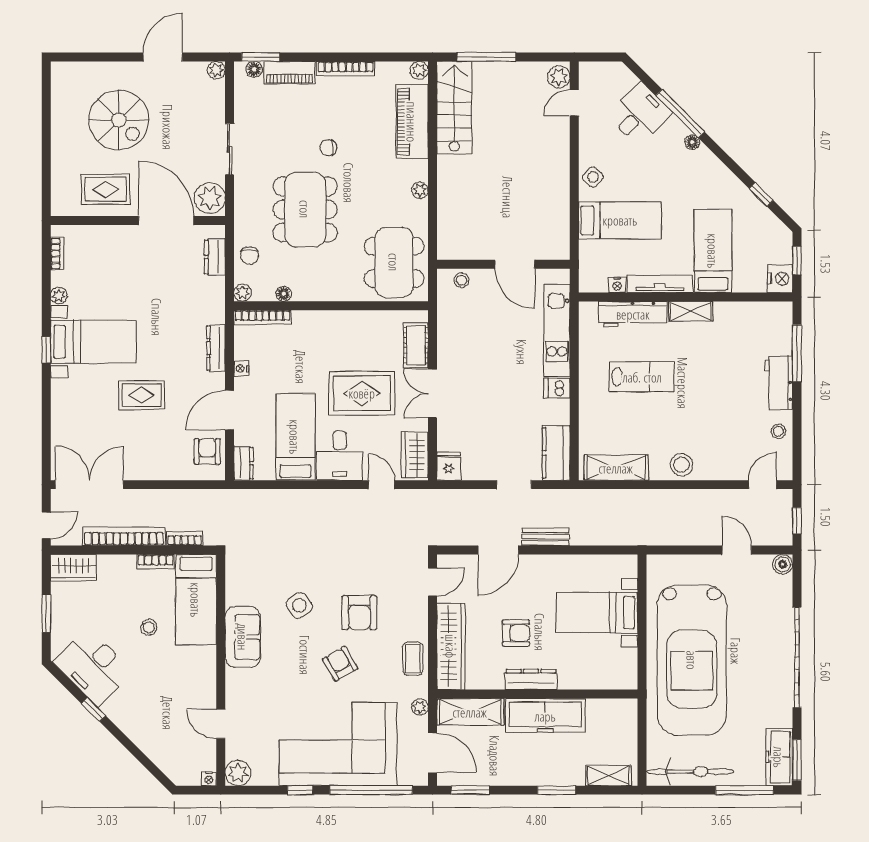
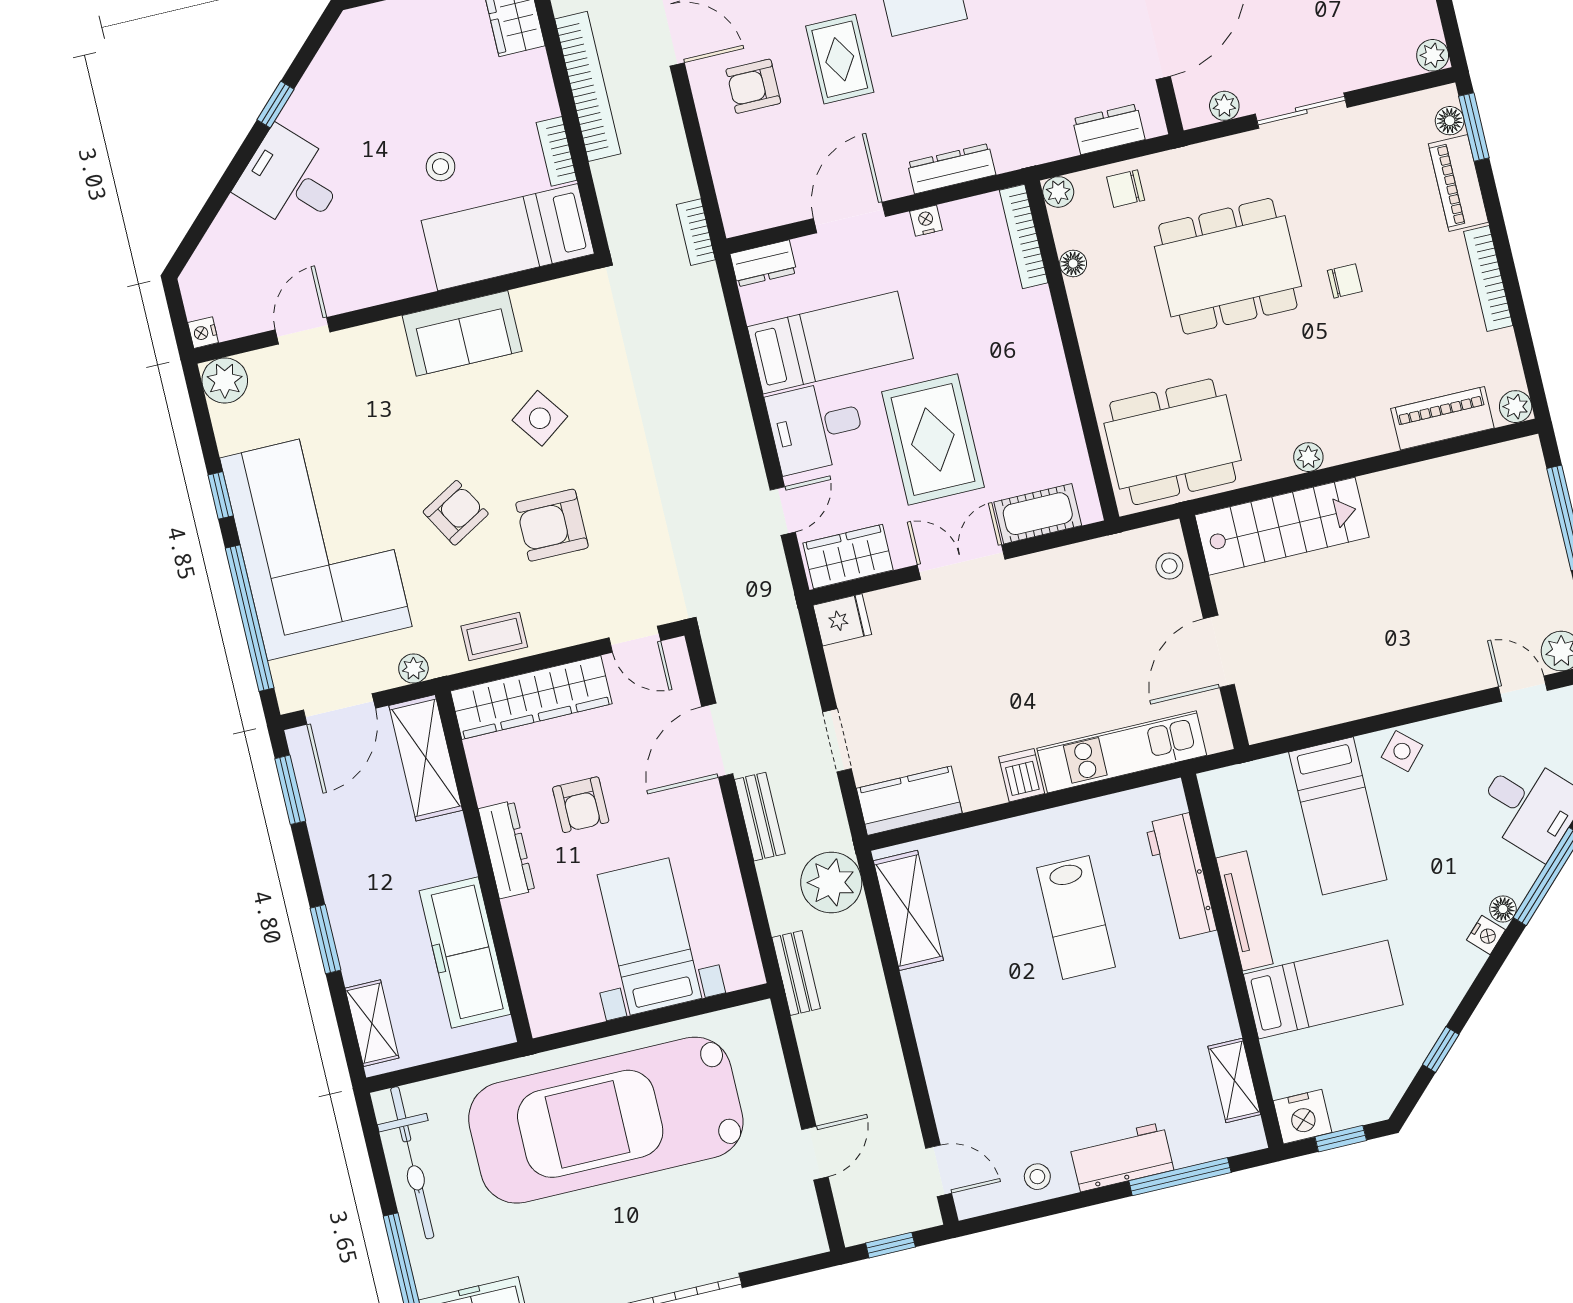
stairs: (454, 108) -> (1282, 526), moved
piano: (412, 122) -> (1442, 418), width x0.73, depth x0.75
chair: (328, 147) -> (1345, 281), turned 90
plant: (210, 198) -> (1224, 106), width x0.53, depth x0.53
nightstand: (617, 285) -> (1486, 935), moved, turned -135
shelving: (691, 311) -> (1234, 1080), moved
door: (230, 410) -> (849, 217), hinge flipped
armchair: (207, 451) -> (753, 86), moved, turned 180
stool: (682, 465) -> (940, 1022), removed
plant: (591, 506) -> (831, 882), added
bench: (636, 537) -> (796, 973), added
bookcase: (185, 539) -> (696, 232), moved, turned 180
door: (498, 550) -> (717, 740), hinge flipped
boiler: (783, 564) -> (809, 1238), removed
desk: (93, 667) -> (291, 180), moved, width x0.73
freezer: (545, 716) -> (465, 952), moved

